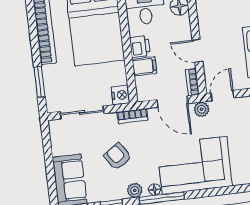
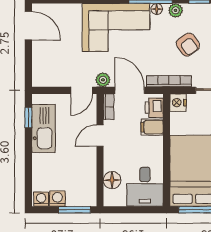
printer: (140, 46) -> (154, 108), moved
door: (198, 51) -> (100, 136), swing flipped
bookcase: (133, 116) -> (169, 81), width x1.56

